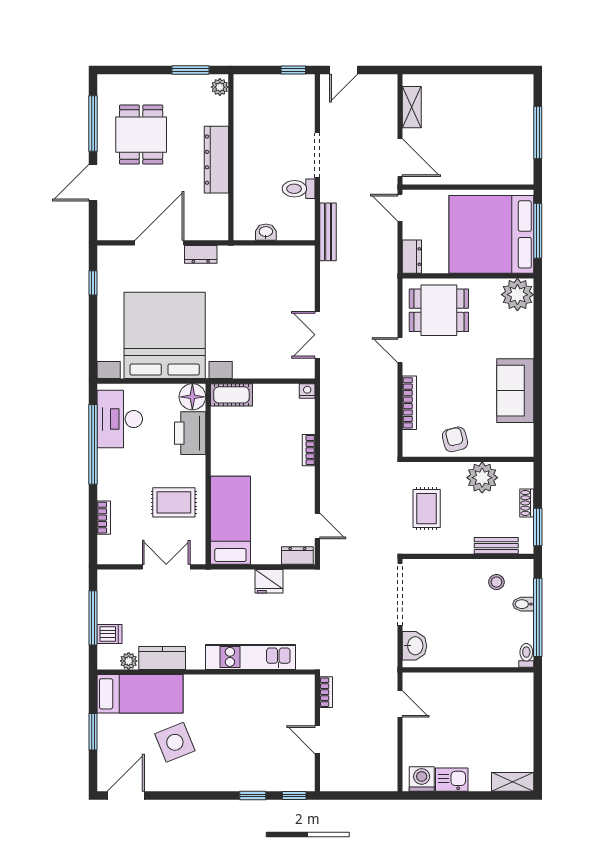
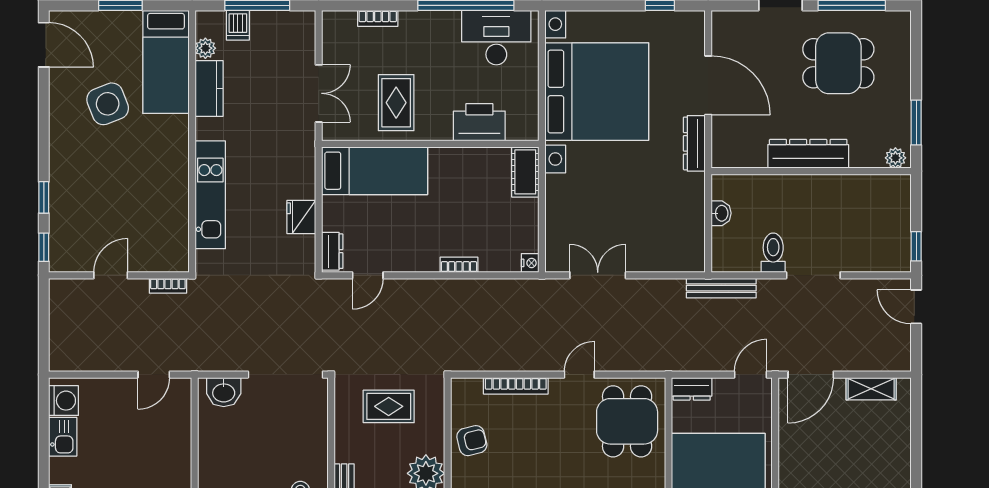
dresser: (201, 254) -> (694, 143), width x1.44
floor lamp: (192, 397) -> (523, 125), removed

